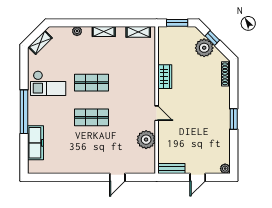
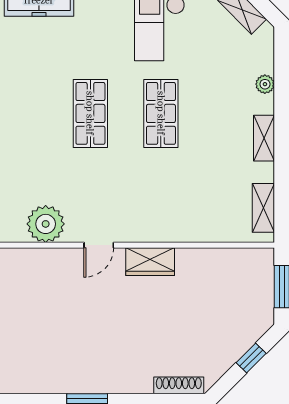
plant: (204, 48) -> (231, 341), removed
wardrobe: (165, 77) -> (150, 262), moved

